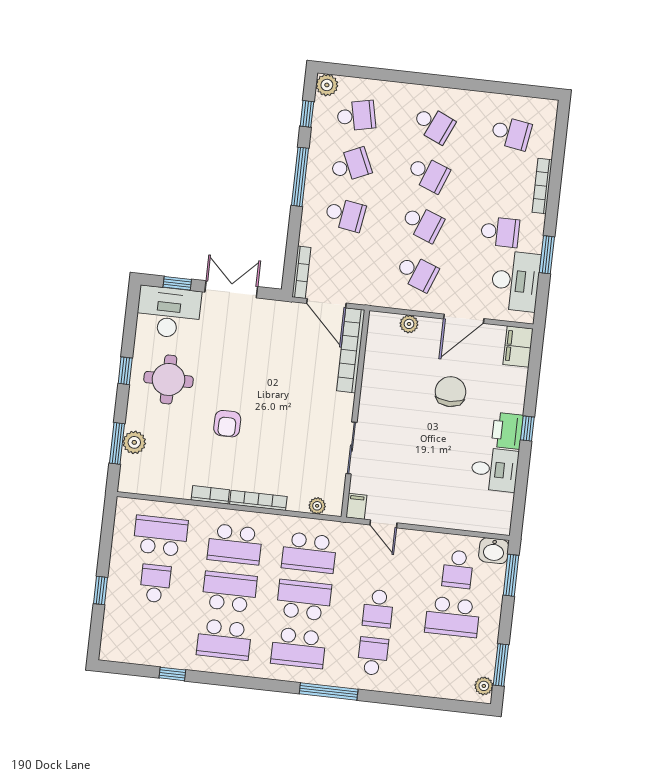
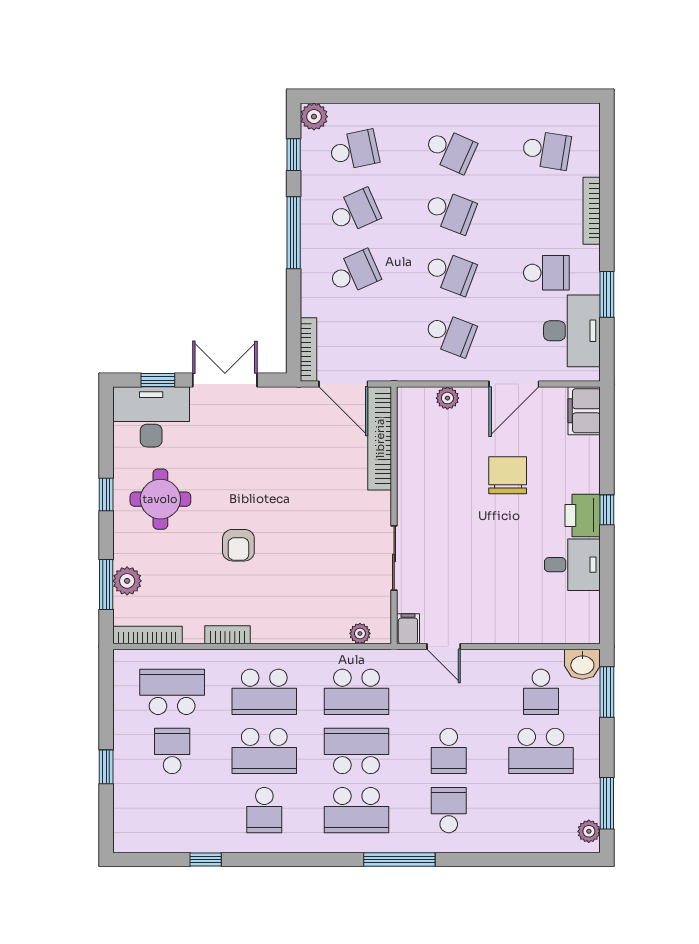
school desk: (345, 215) -> (354, 273), turned -33
bookcase: (258, 500) -> (147, 635), moved
school desk: (229, 592) -> (264, 751), turned 180
school desk: (224, 640) -> (264, 810), width x0.54

